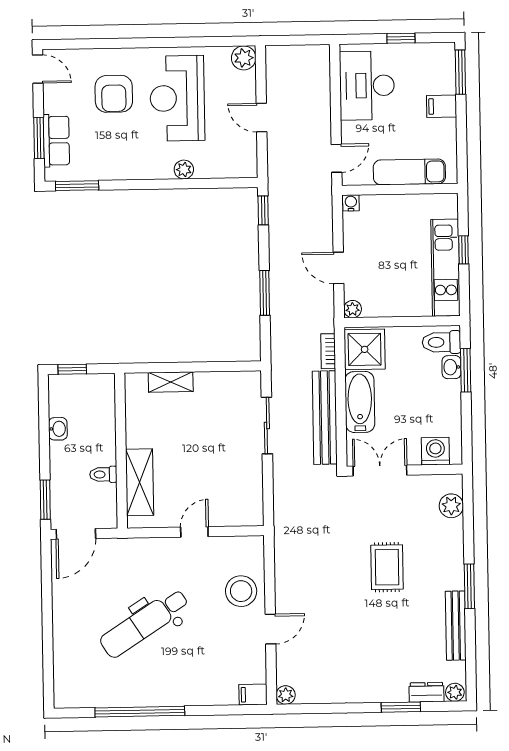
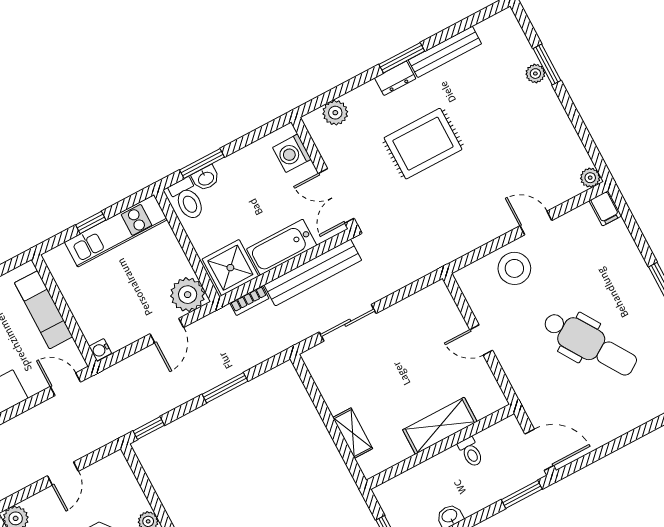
plant: (353, 309) -> (188, 295), width x1.88, depth x1.88
shelving: (140, 482) -> (440, 426), moved
rug: (387, 567) -> (423, 144), width x1.36, depth x1.43
dresser: (426, 692) -> (395, 78), moved, turned -90
plant: (455, 692) -> (535, 74), moved

